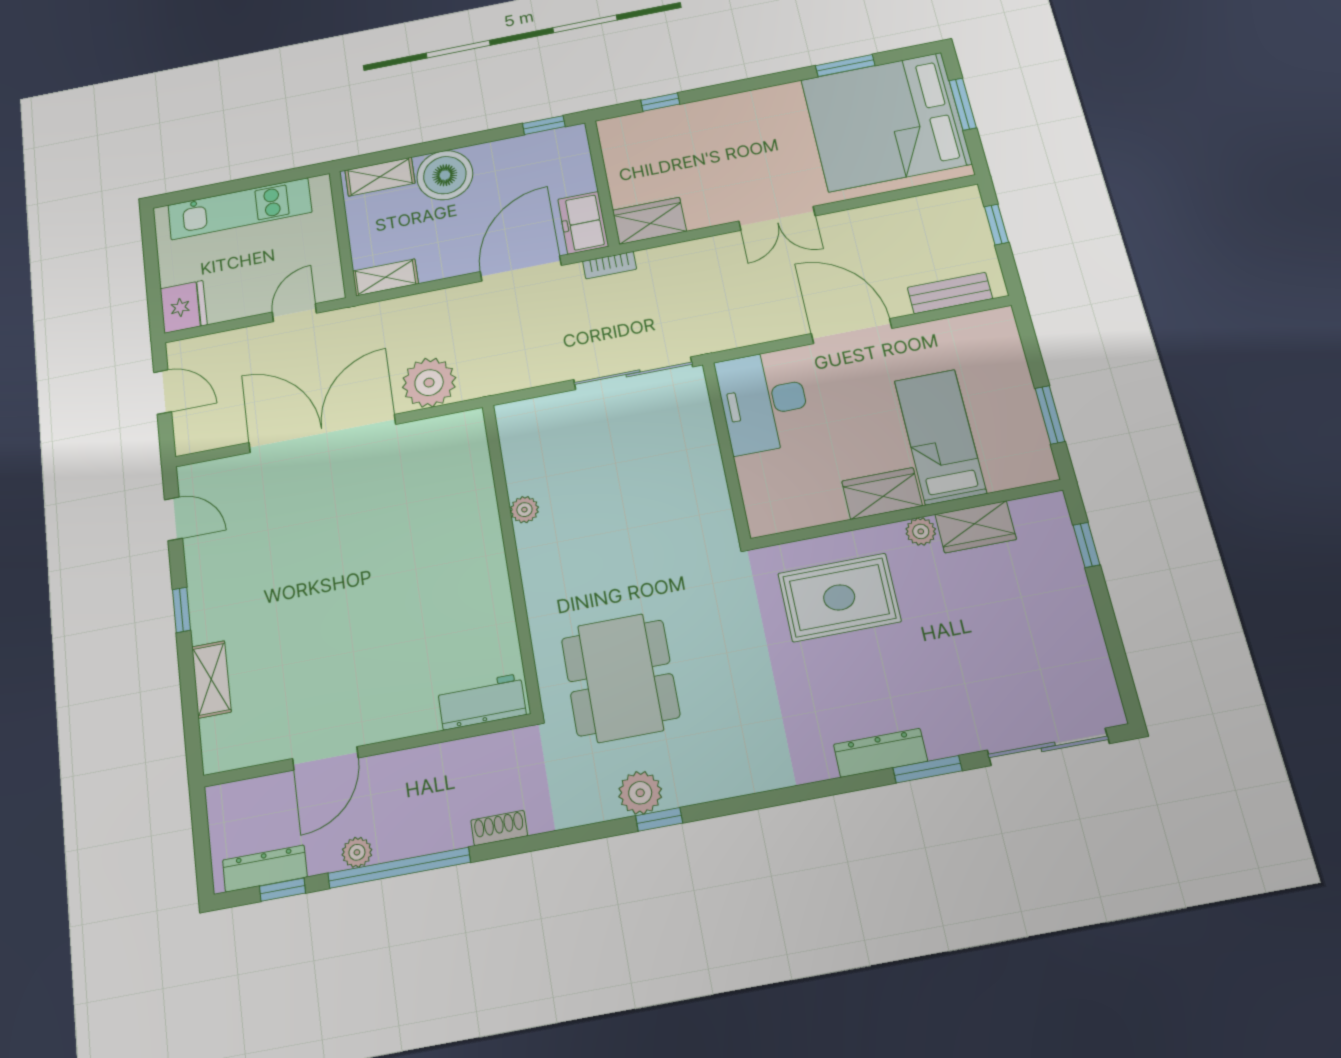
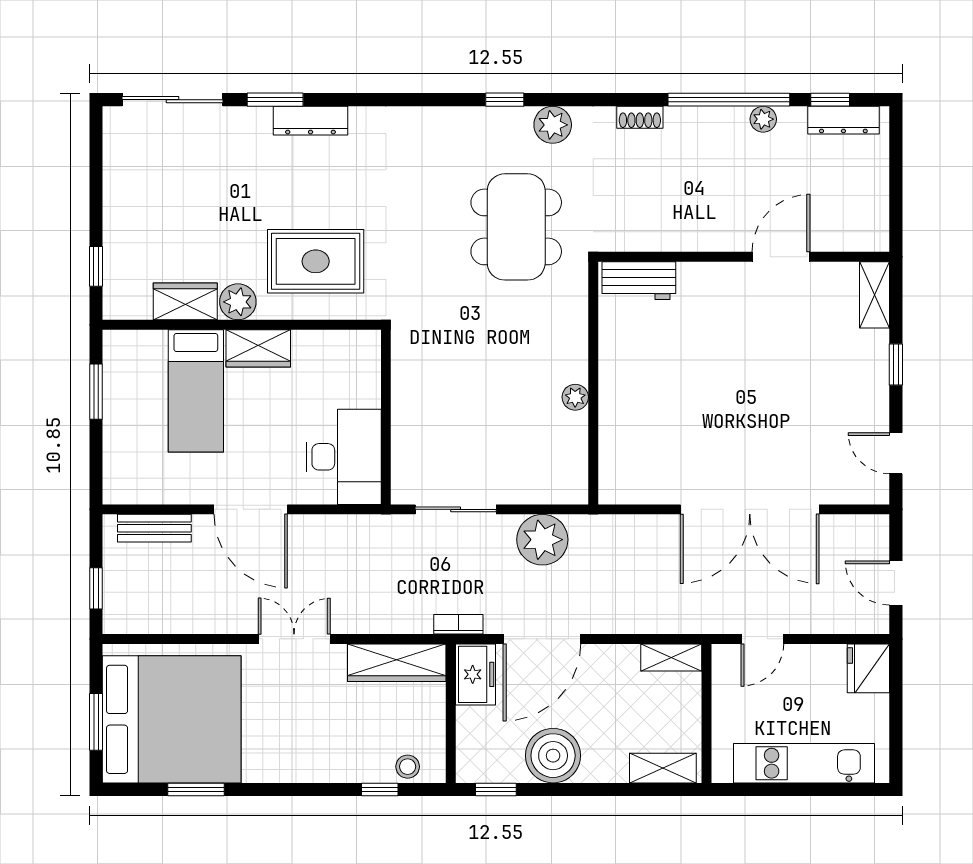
stool: (636, 127) -> (408, 767), added
boiler: (445, 175) -> (553, 756), moved
wardrobe: (649, 221) -> (397, 663), width x1.50
sliding door: (633, 373) -> (456, 509), width x0.73
plant: (429, 383) -> (542, 540), moved
plant: (921, 531) -> (238, 302), width x1.38, depth x1.38
workbench: (482, 702) -> (639, 281), moved
wall: (367, 750) -> (744, 257), moved
door: (325, 758) -> (781, 257), moved
plant: (640, 793) -> (553, 125), moved

